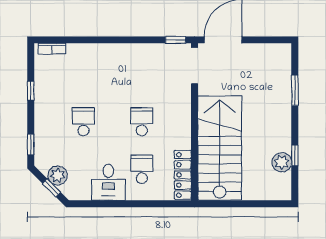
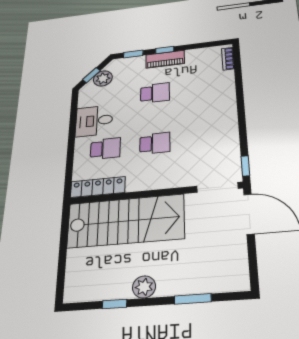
window: (31, 91) -> (165, 50), moved
piano: (43, 111) -> (165, 59), added
plant: (282, 162) -> (144, 287), moved

